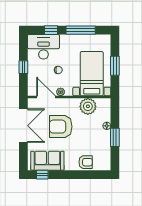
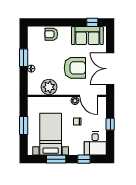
window: (81, 30) -> (56, 159), width x0.69
desk: (43, 47) -> (95, 143), width x0.73
bed with nightstands: (92, 74) -> (51, 134), moved, turned 180

